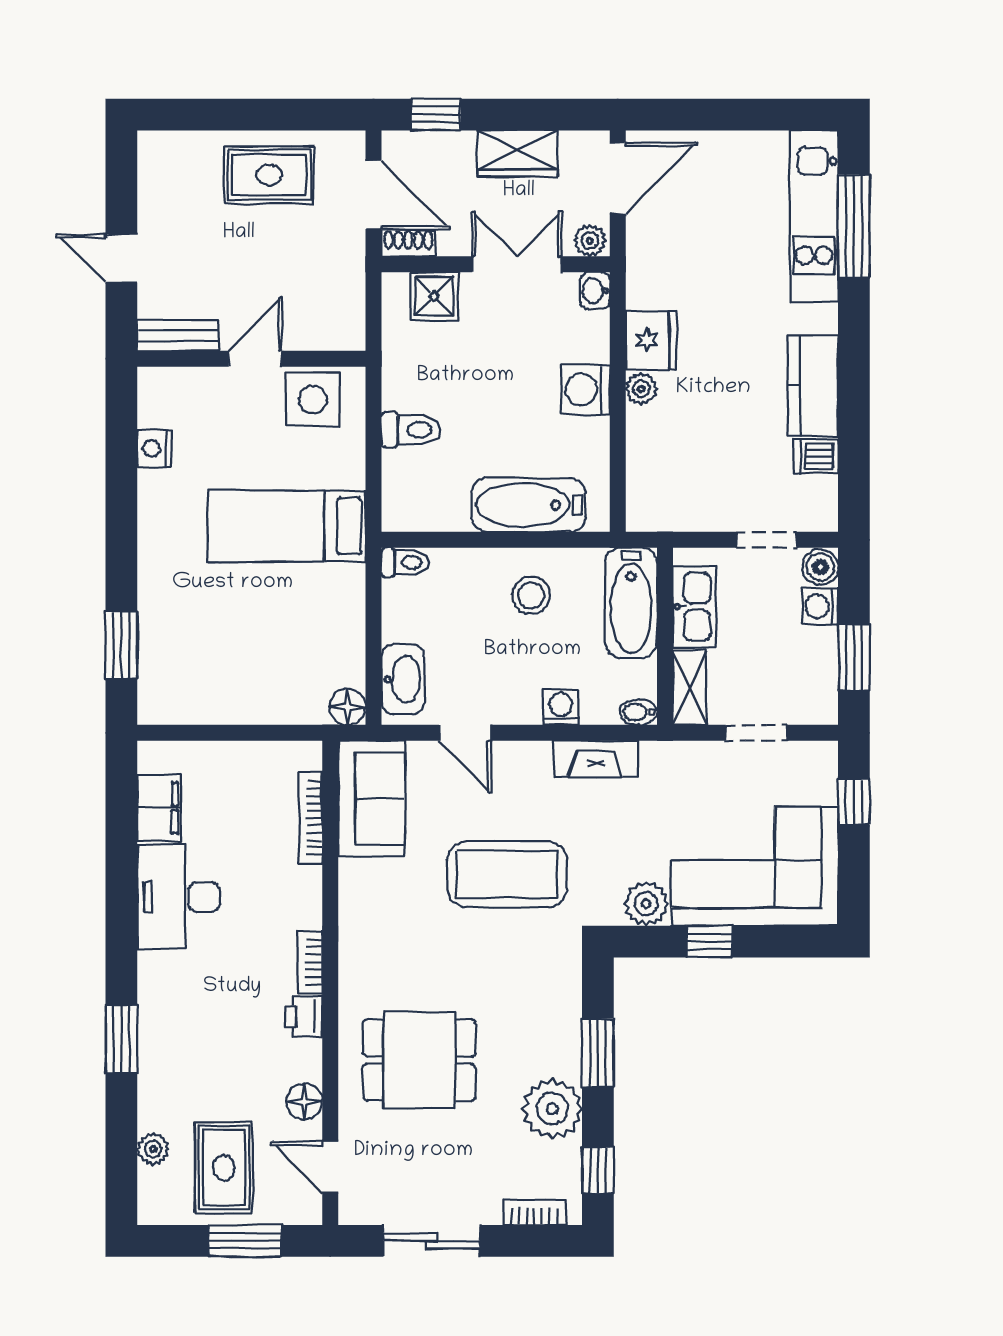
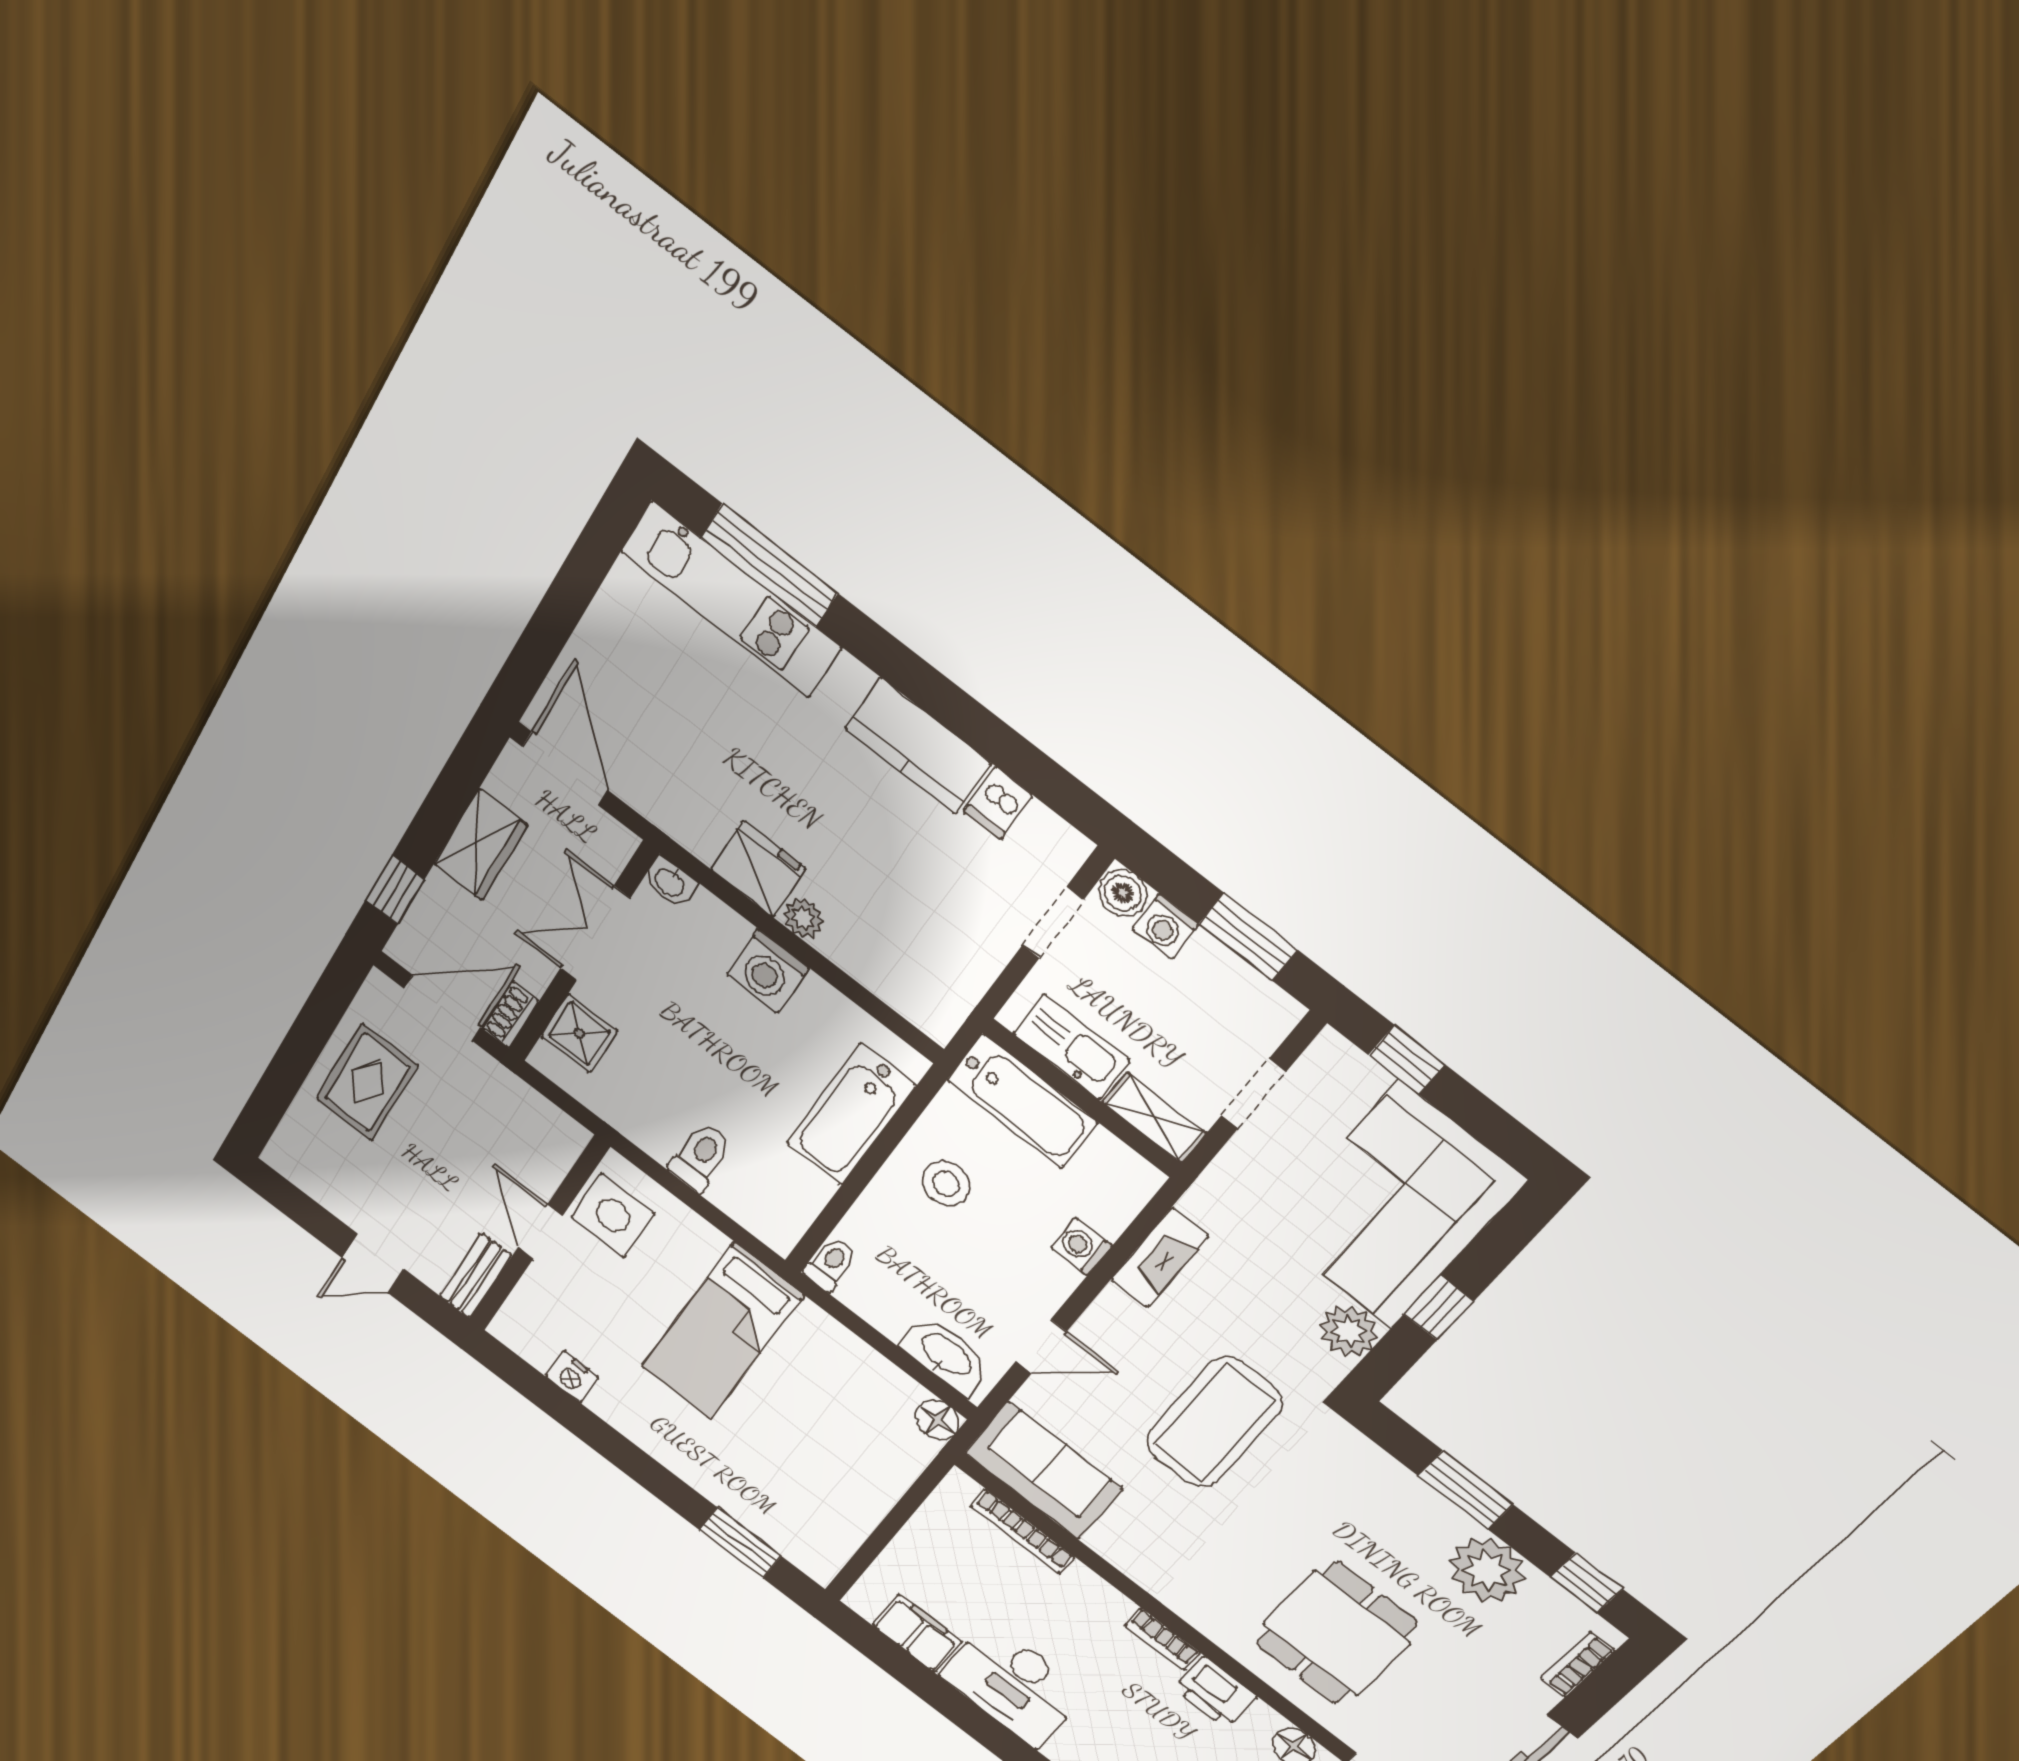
plant: (590, 241) -> (614, 846), removed
bidet: (638, 712) -> (1142, 1184), removed
printer: (304, 1016) -> (1215, 1693), width x1.36, depth x1.24

